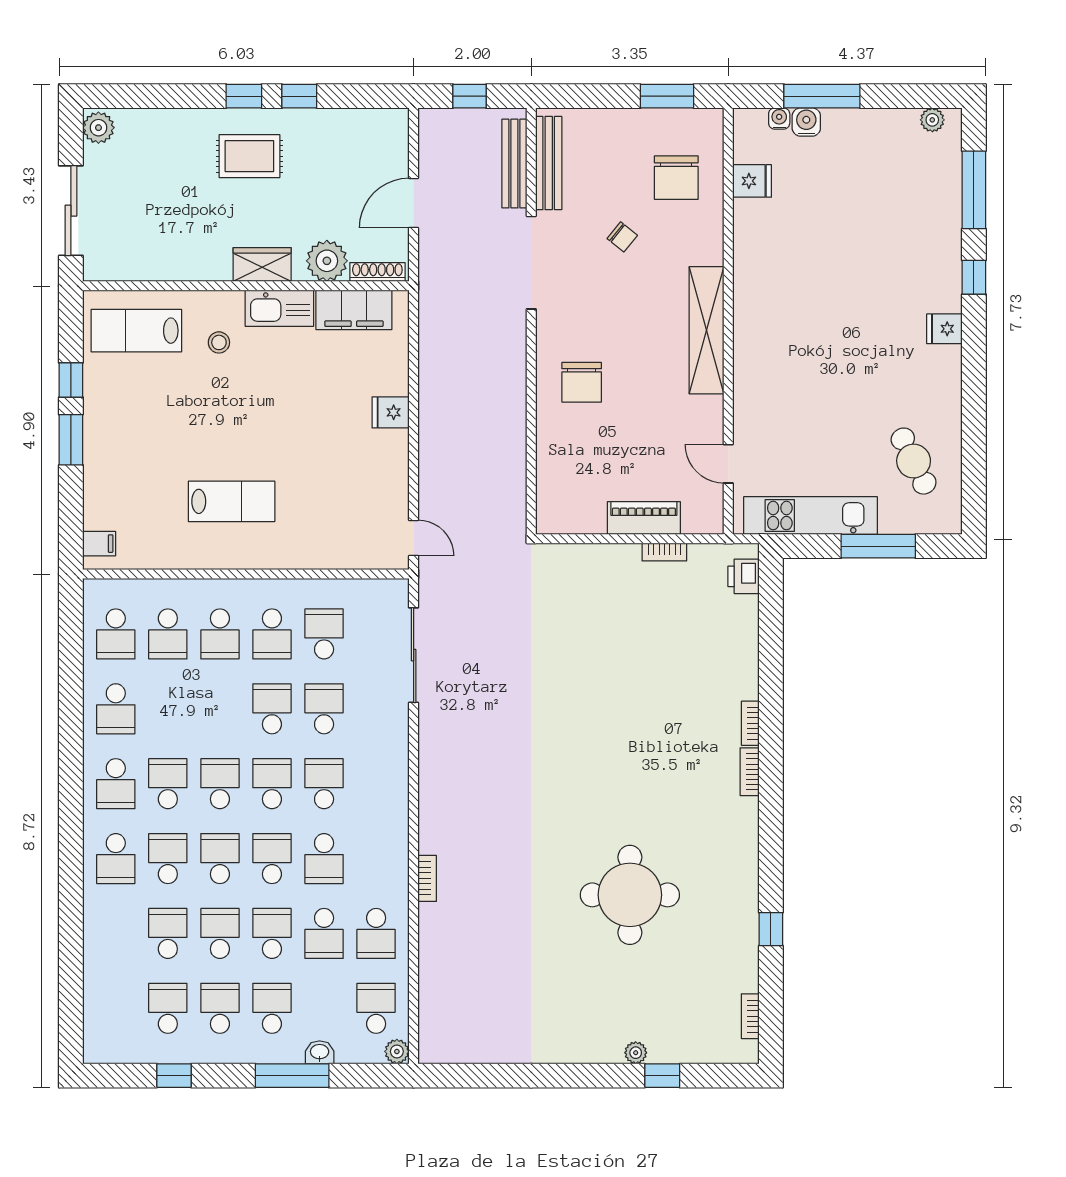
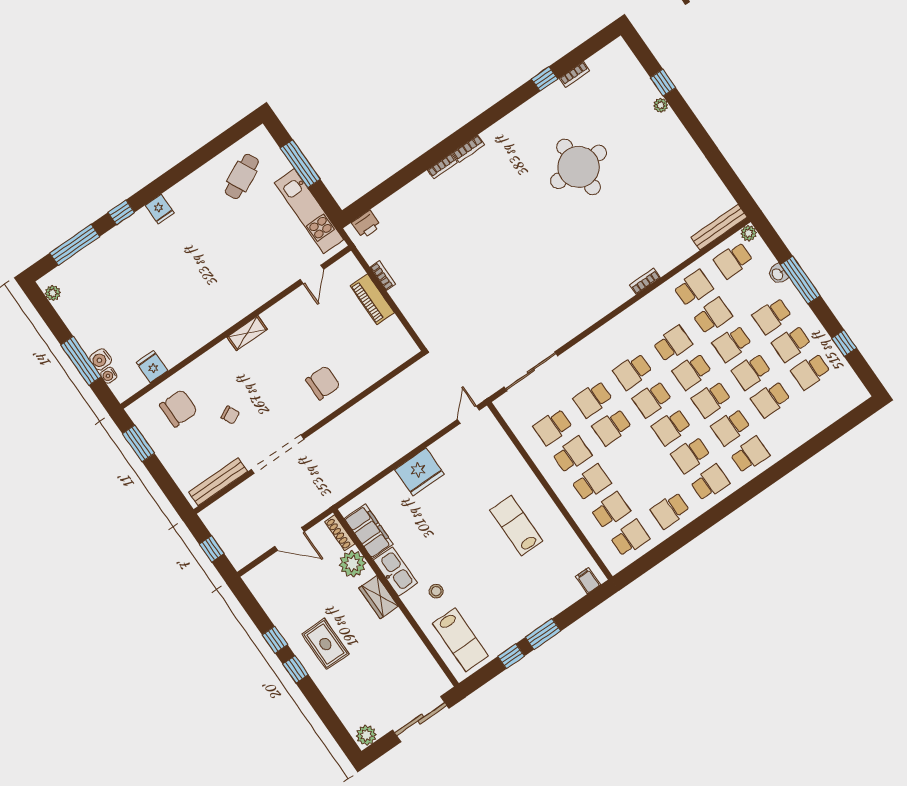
bench: (514, 164) -> (719, 227), moved
chair: (622, 237) -> (230, 415), turned 115
shelving: (707, 330) -> (247, 333), width x0.45, depth x0.75
fridge: (391, 412) -> (419, 472), width x1.88, depth x1.34
school desk: (116, 709) -> (670, 510), turned 180
bookcase: (750, 1016) -> (575, 74), moved

